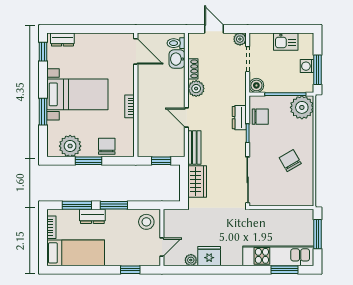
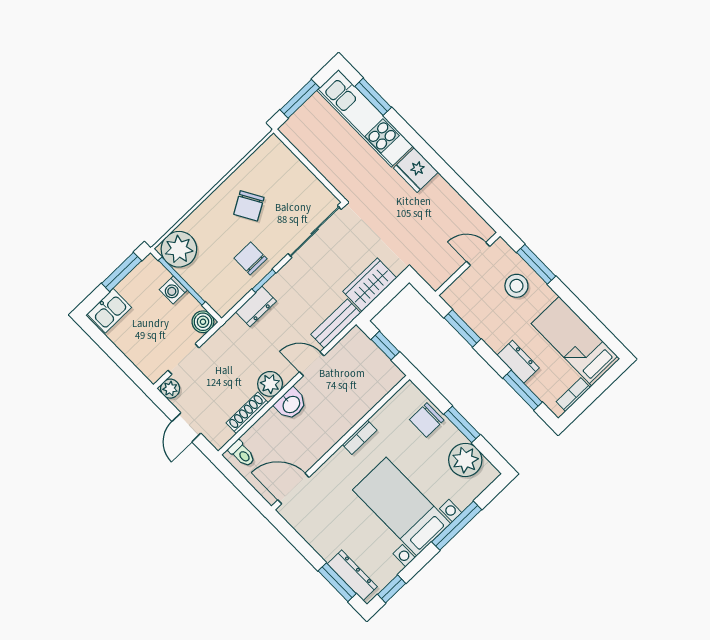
window: (71, 29) -> (337, 582), added
dresser: (62, 39) -> (352, 575), width x1.44
kitchen sink: (286, 42) -> (109, 311), moved, turned 90
door: (136, 51) -> (293, 489), hinge flipped
washbasin: (177, 59) -> (291, 404), moved
washing machine: (307, 66) -> (173, 290), moved, turned 90
shoe rack: (193, 69) -> (247, 413), width x1.43
window: (43, 112) -> (457, 526), width x1.44
chair: (260, 117) -> (250, 258), moved
door: (186, 118) -> (312, 364), swing flipped
window: (114, 205) -> (462, 328), moved
stool: (146, 222) -> (516, 286), moved
fridge: (209, 256) -> (416, 170), moved
plant: (191, 260) -> (462, 209), removed
window: (130, 270) -> (536, 264), width x1.50

